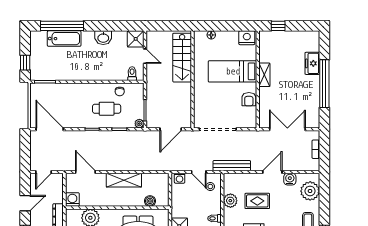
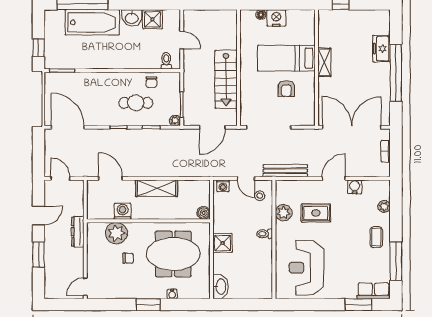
nightstand: (247, 38) -> (276, 18), moved
bathtub: (64, 39) -> (92, 22), width x1.36, depth x1.36
shower: (136, 39) -> (153, 19), moved
stairs: (182, 58) -> (226, 79), moved
armchair: (249, 99) -> (286, 88), moved
double door: (287, 129) -> (352, 127), width x1.36
door: (44, 172) -> (60, 178), swing flipped
plant: (310, 191) -> (384, 206), width x0.53, depth x0.53
washing machine: (72, 200) -> (123, 211), moved
boiler: (150, 201) -> (204, 213), moved

